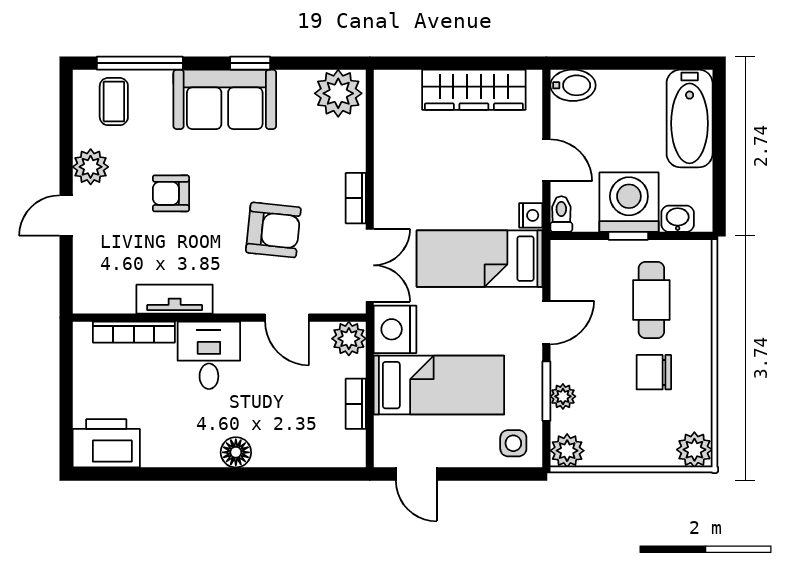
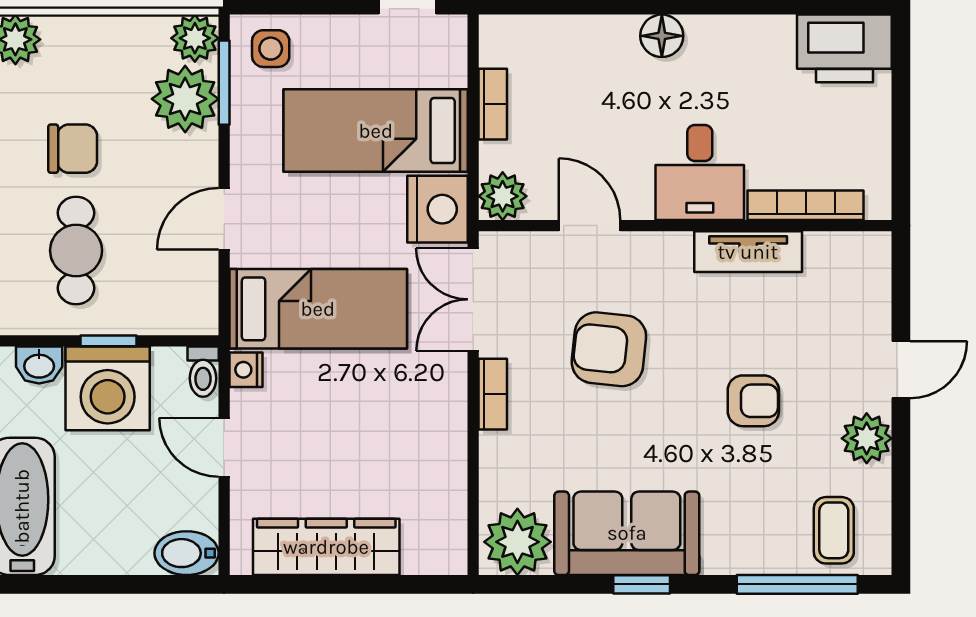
sofa: (225, 99) -> (627, 533), moved
window: (546, 391) -> (224, 83), moved
plant: (563, 396) -> (185, 99), width x1.87, depth x1.87

